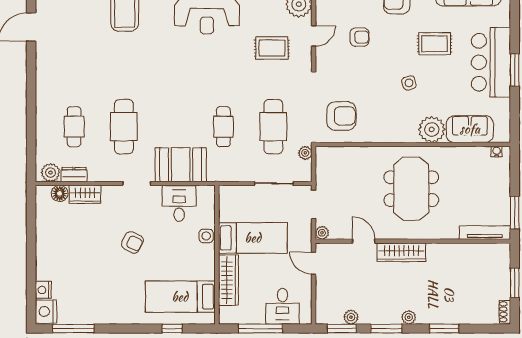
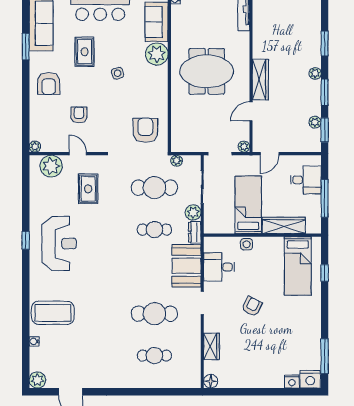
plant: (51, 173) -> (193, 212), moved
dresser: (74, 175) -> (195, 232), moved
floor lamp: (60, 193) -> (211, 381), moved

